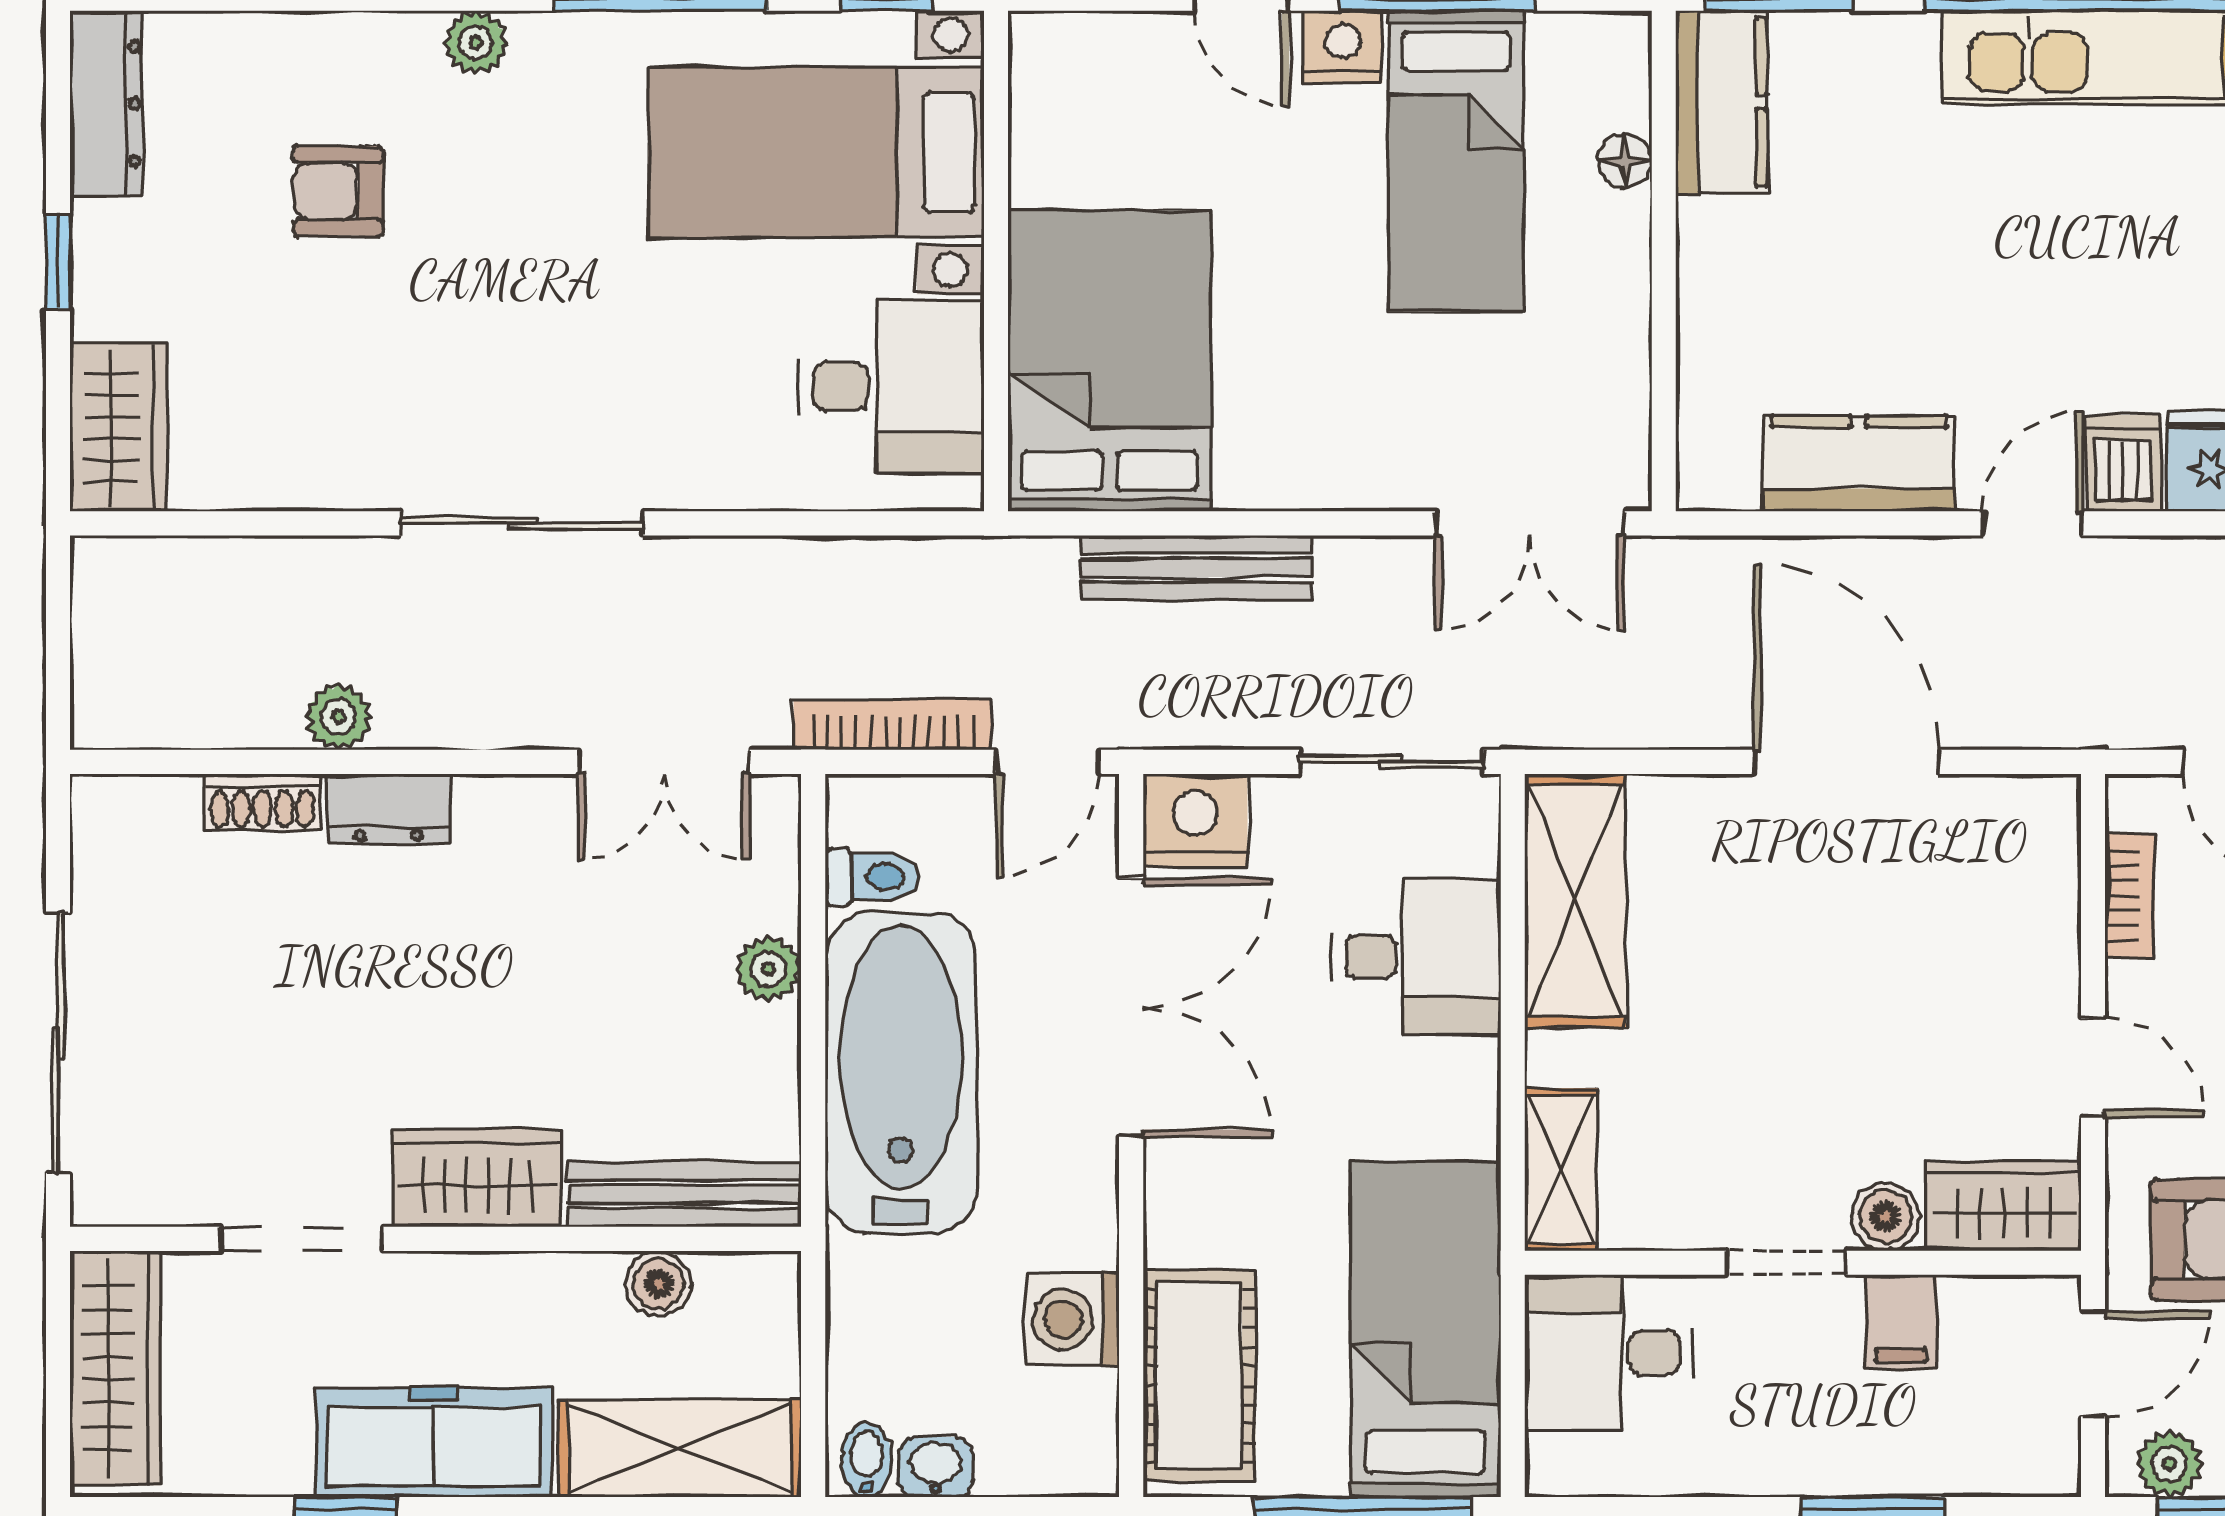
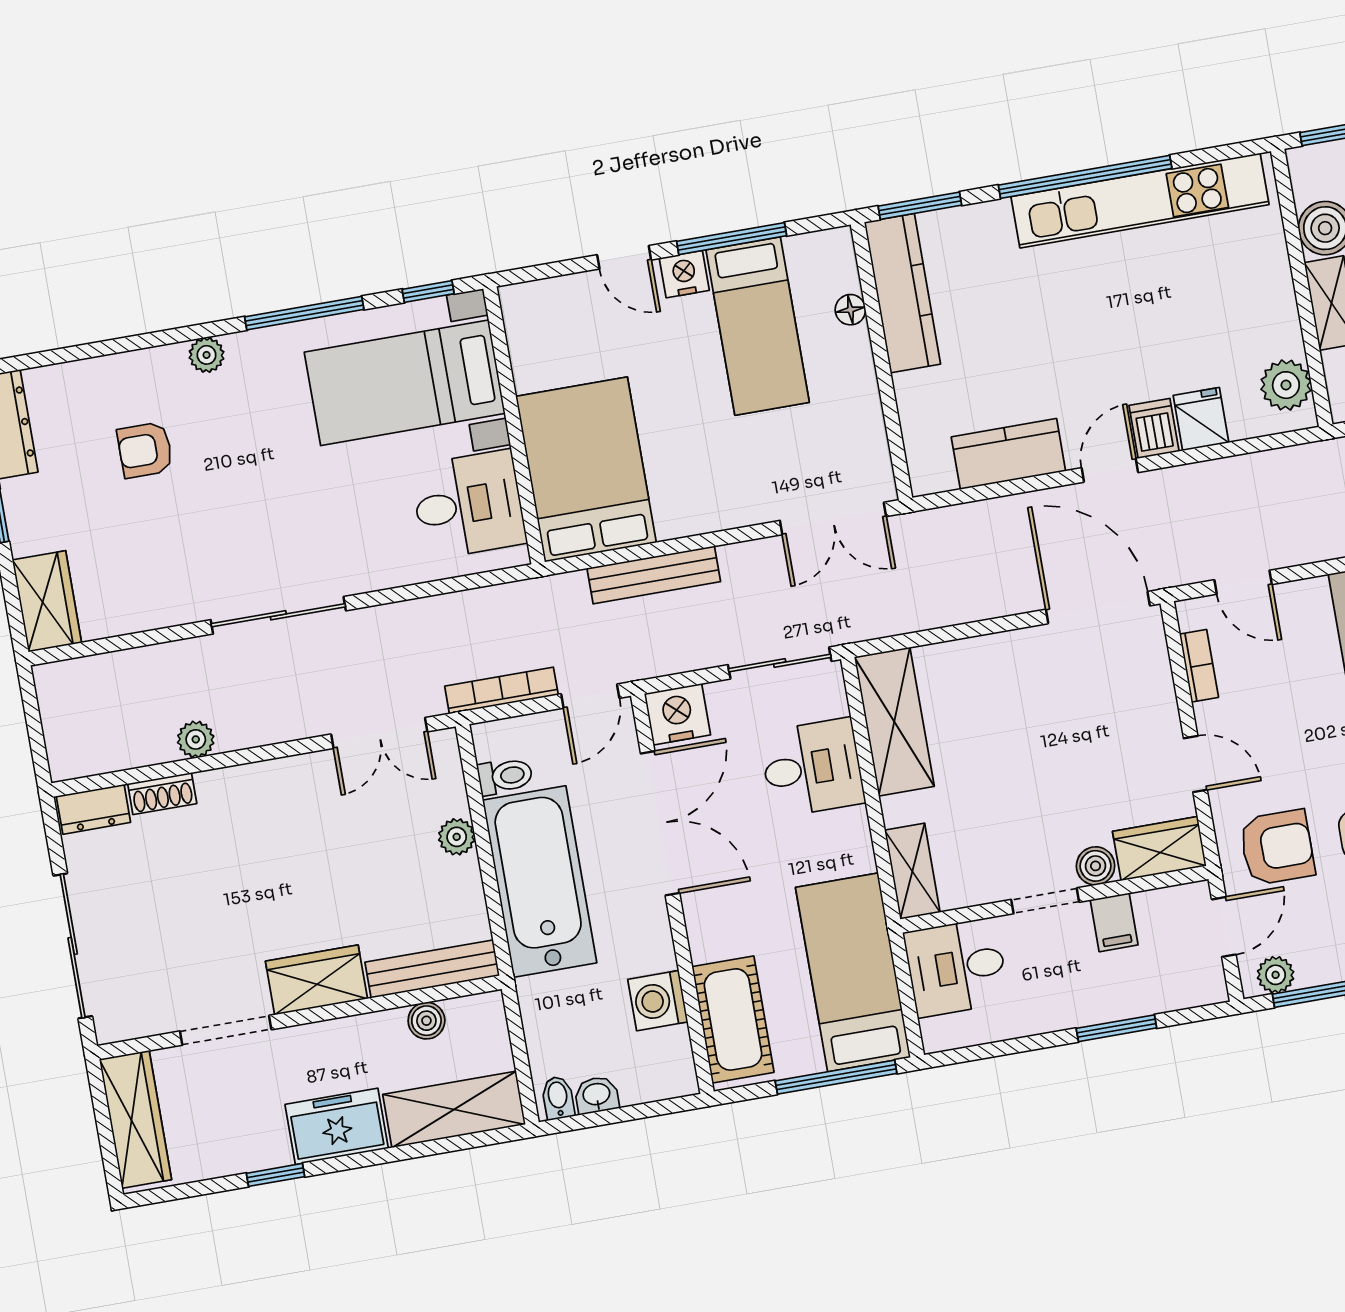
kitchen counter: (1721, 102) -> (902, 293), width x1.50
door: (1847, 762) -> (1098, 608), moved
dresser: (389, 808) -> (93, 809), moved
freezer: (434, 1442) -> (337, 1126), width x0.71

